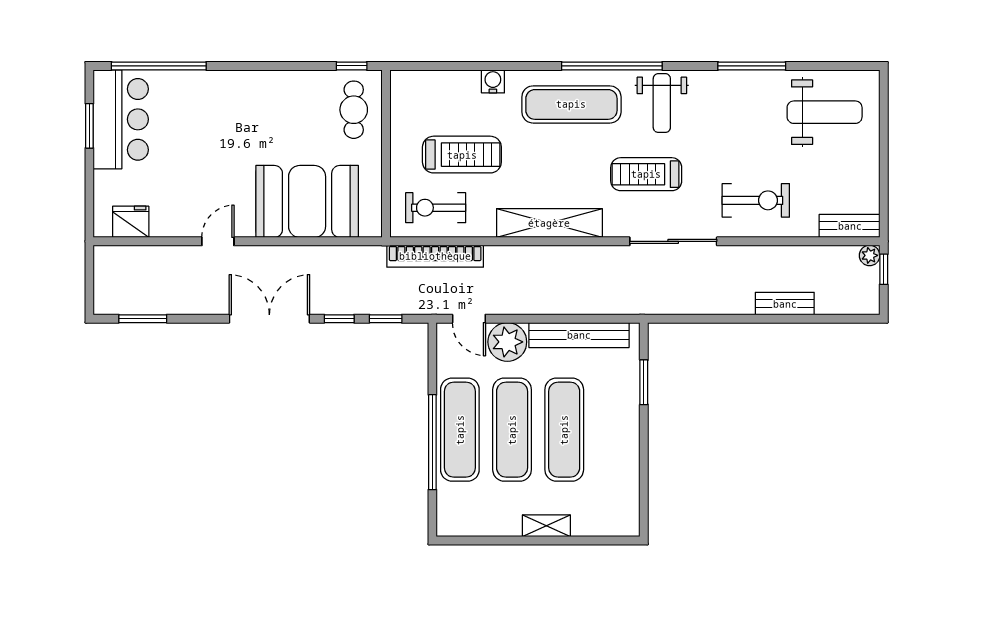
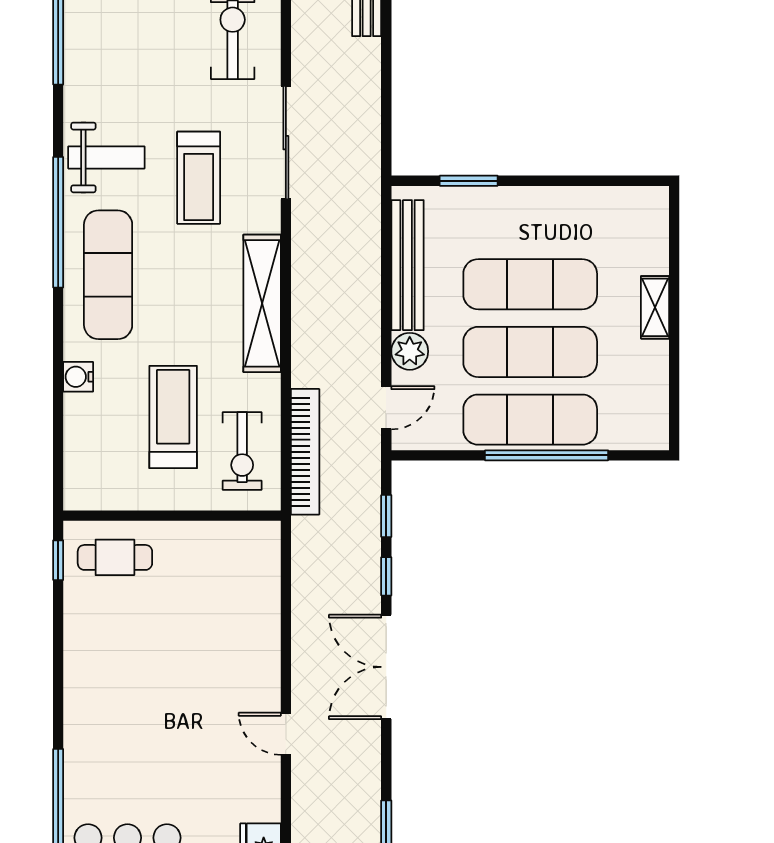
booth: (307, 201) -> (234, 618), removed
plant: (507, 342) -> (410, 351), width x0.73, depth x0.73

